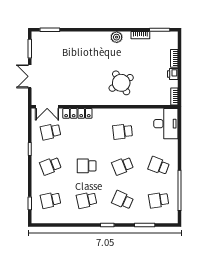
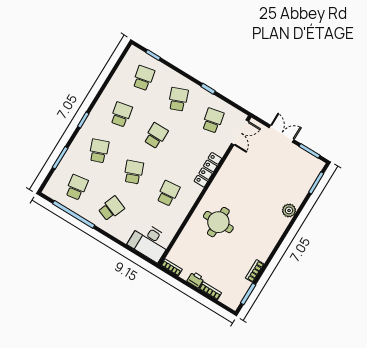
plant: (117, 37) -> (289, 210), moved
round table: (121, 83) -> (218, 222), turned 31
double door: (47, 107) -> (240, 132), swing flipped
locker: (77, 113) -> (208, 170), moved
school desk: (123, 200) -> (99, 151), turned -45

